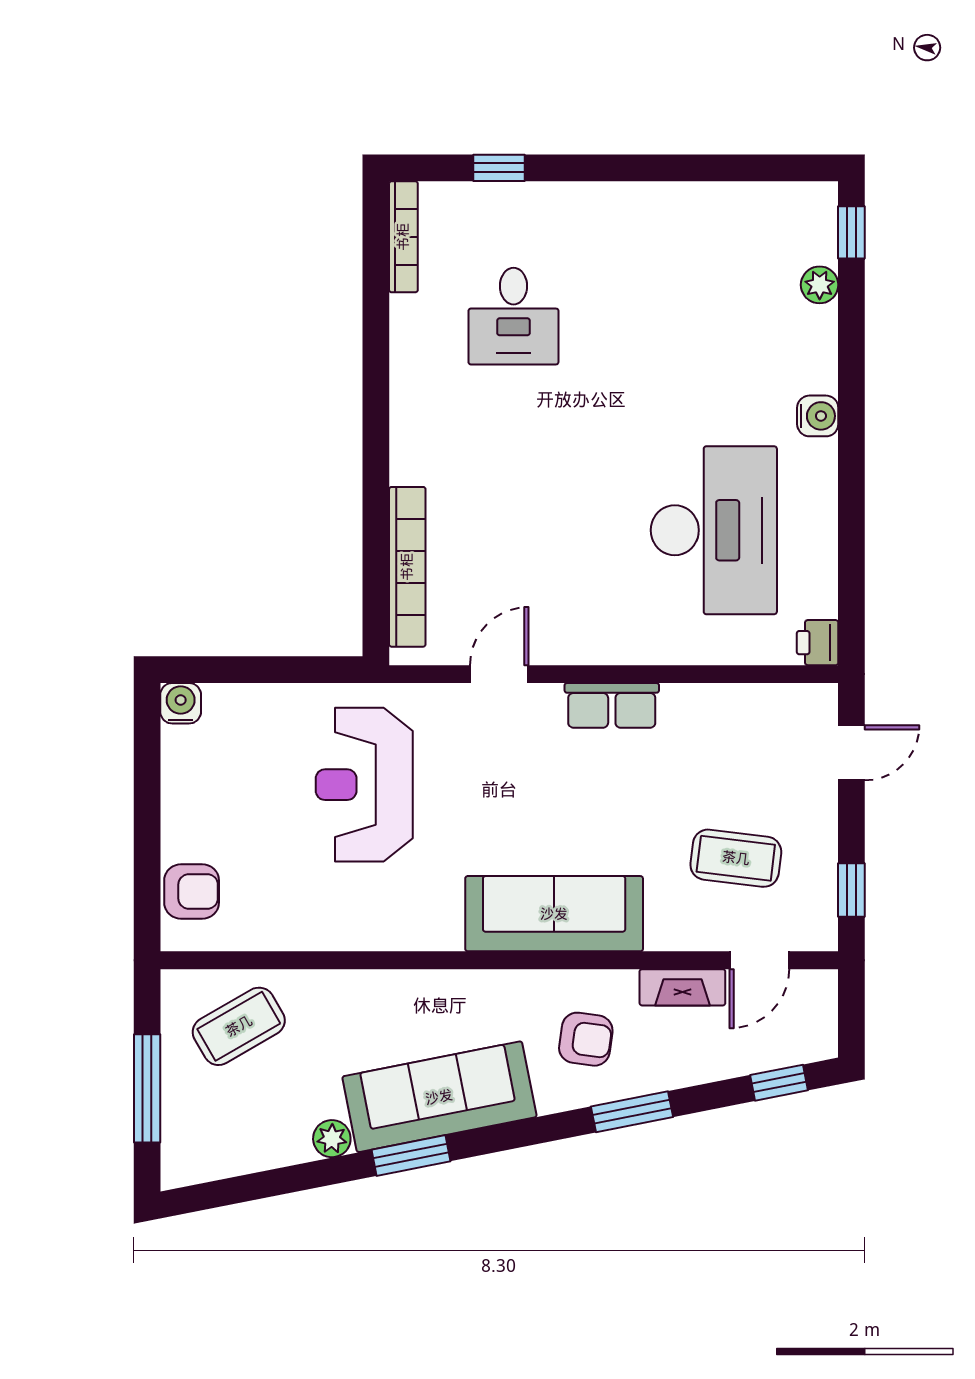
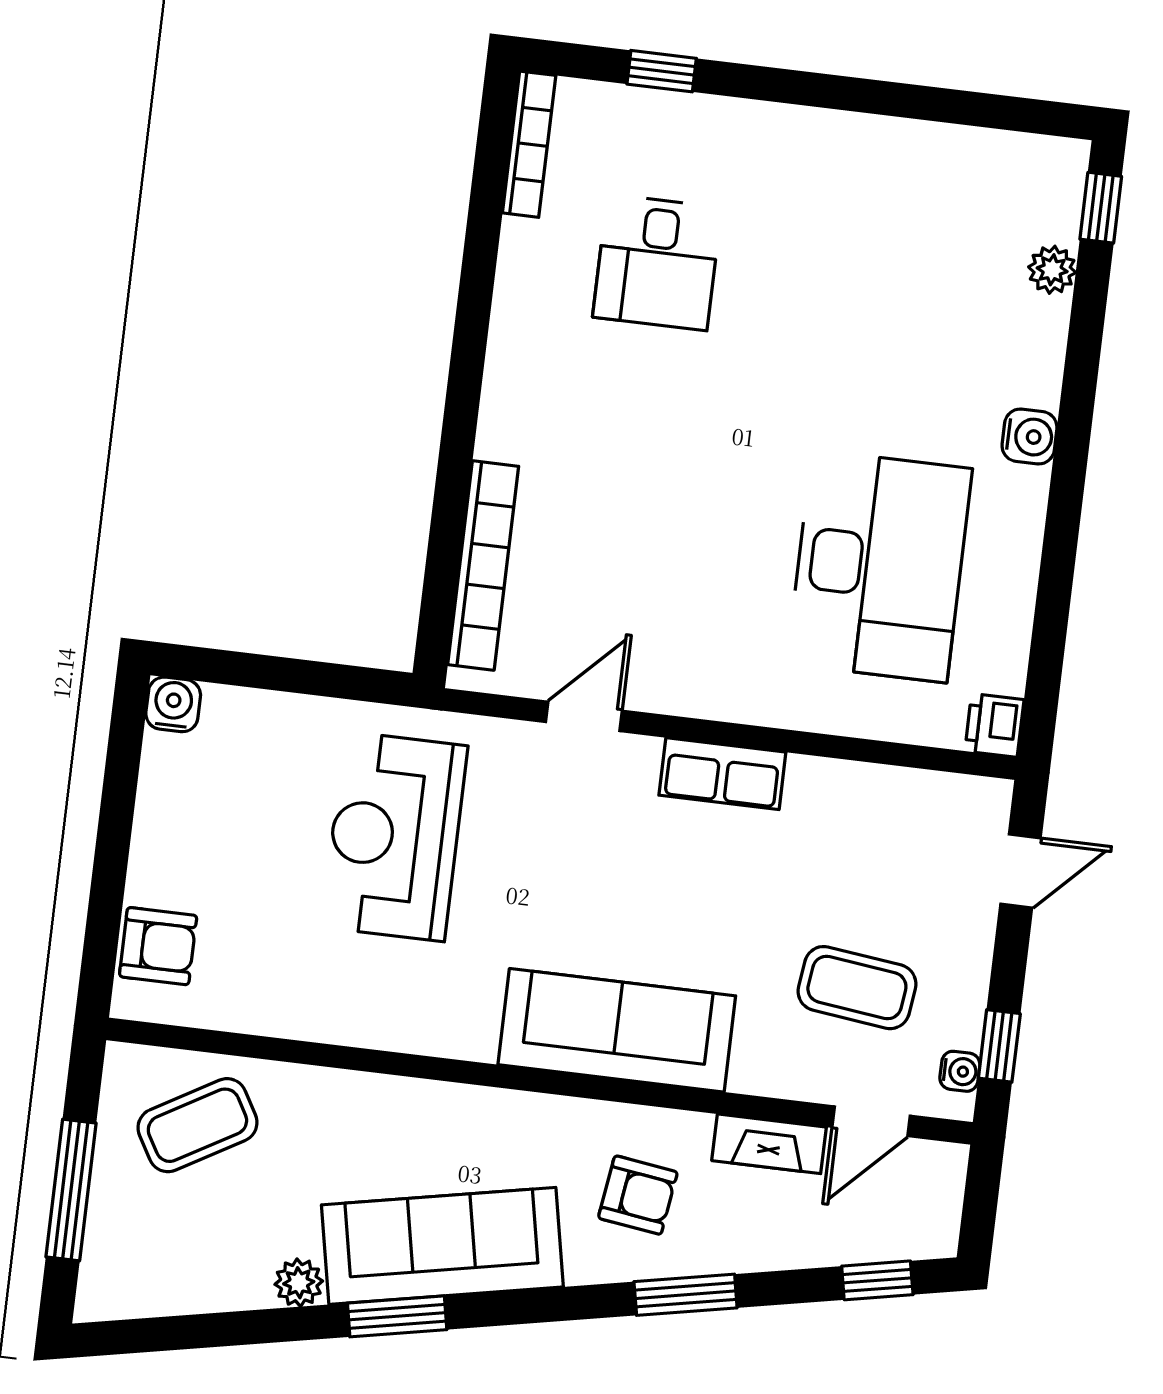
water cooler: (823, 913) -> (960, 1071), added

